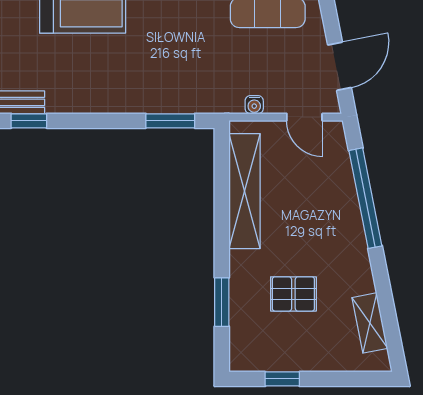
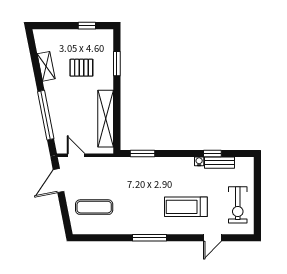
water cooler: (254, 105) -> (199, 161), moved
shelving: (370, 323) -> (46, 66), moved

